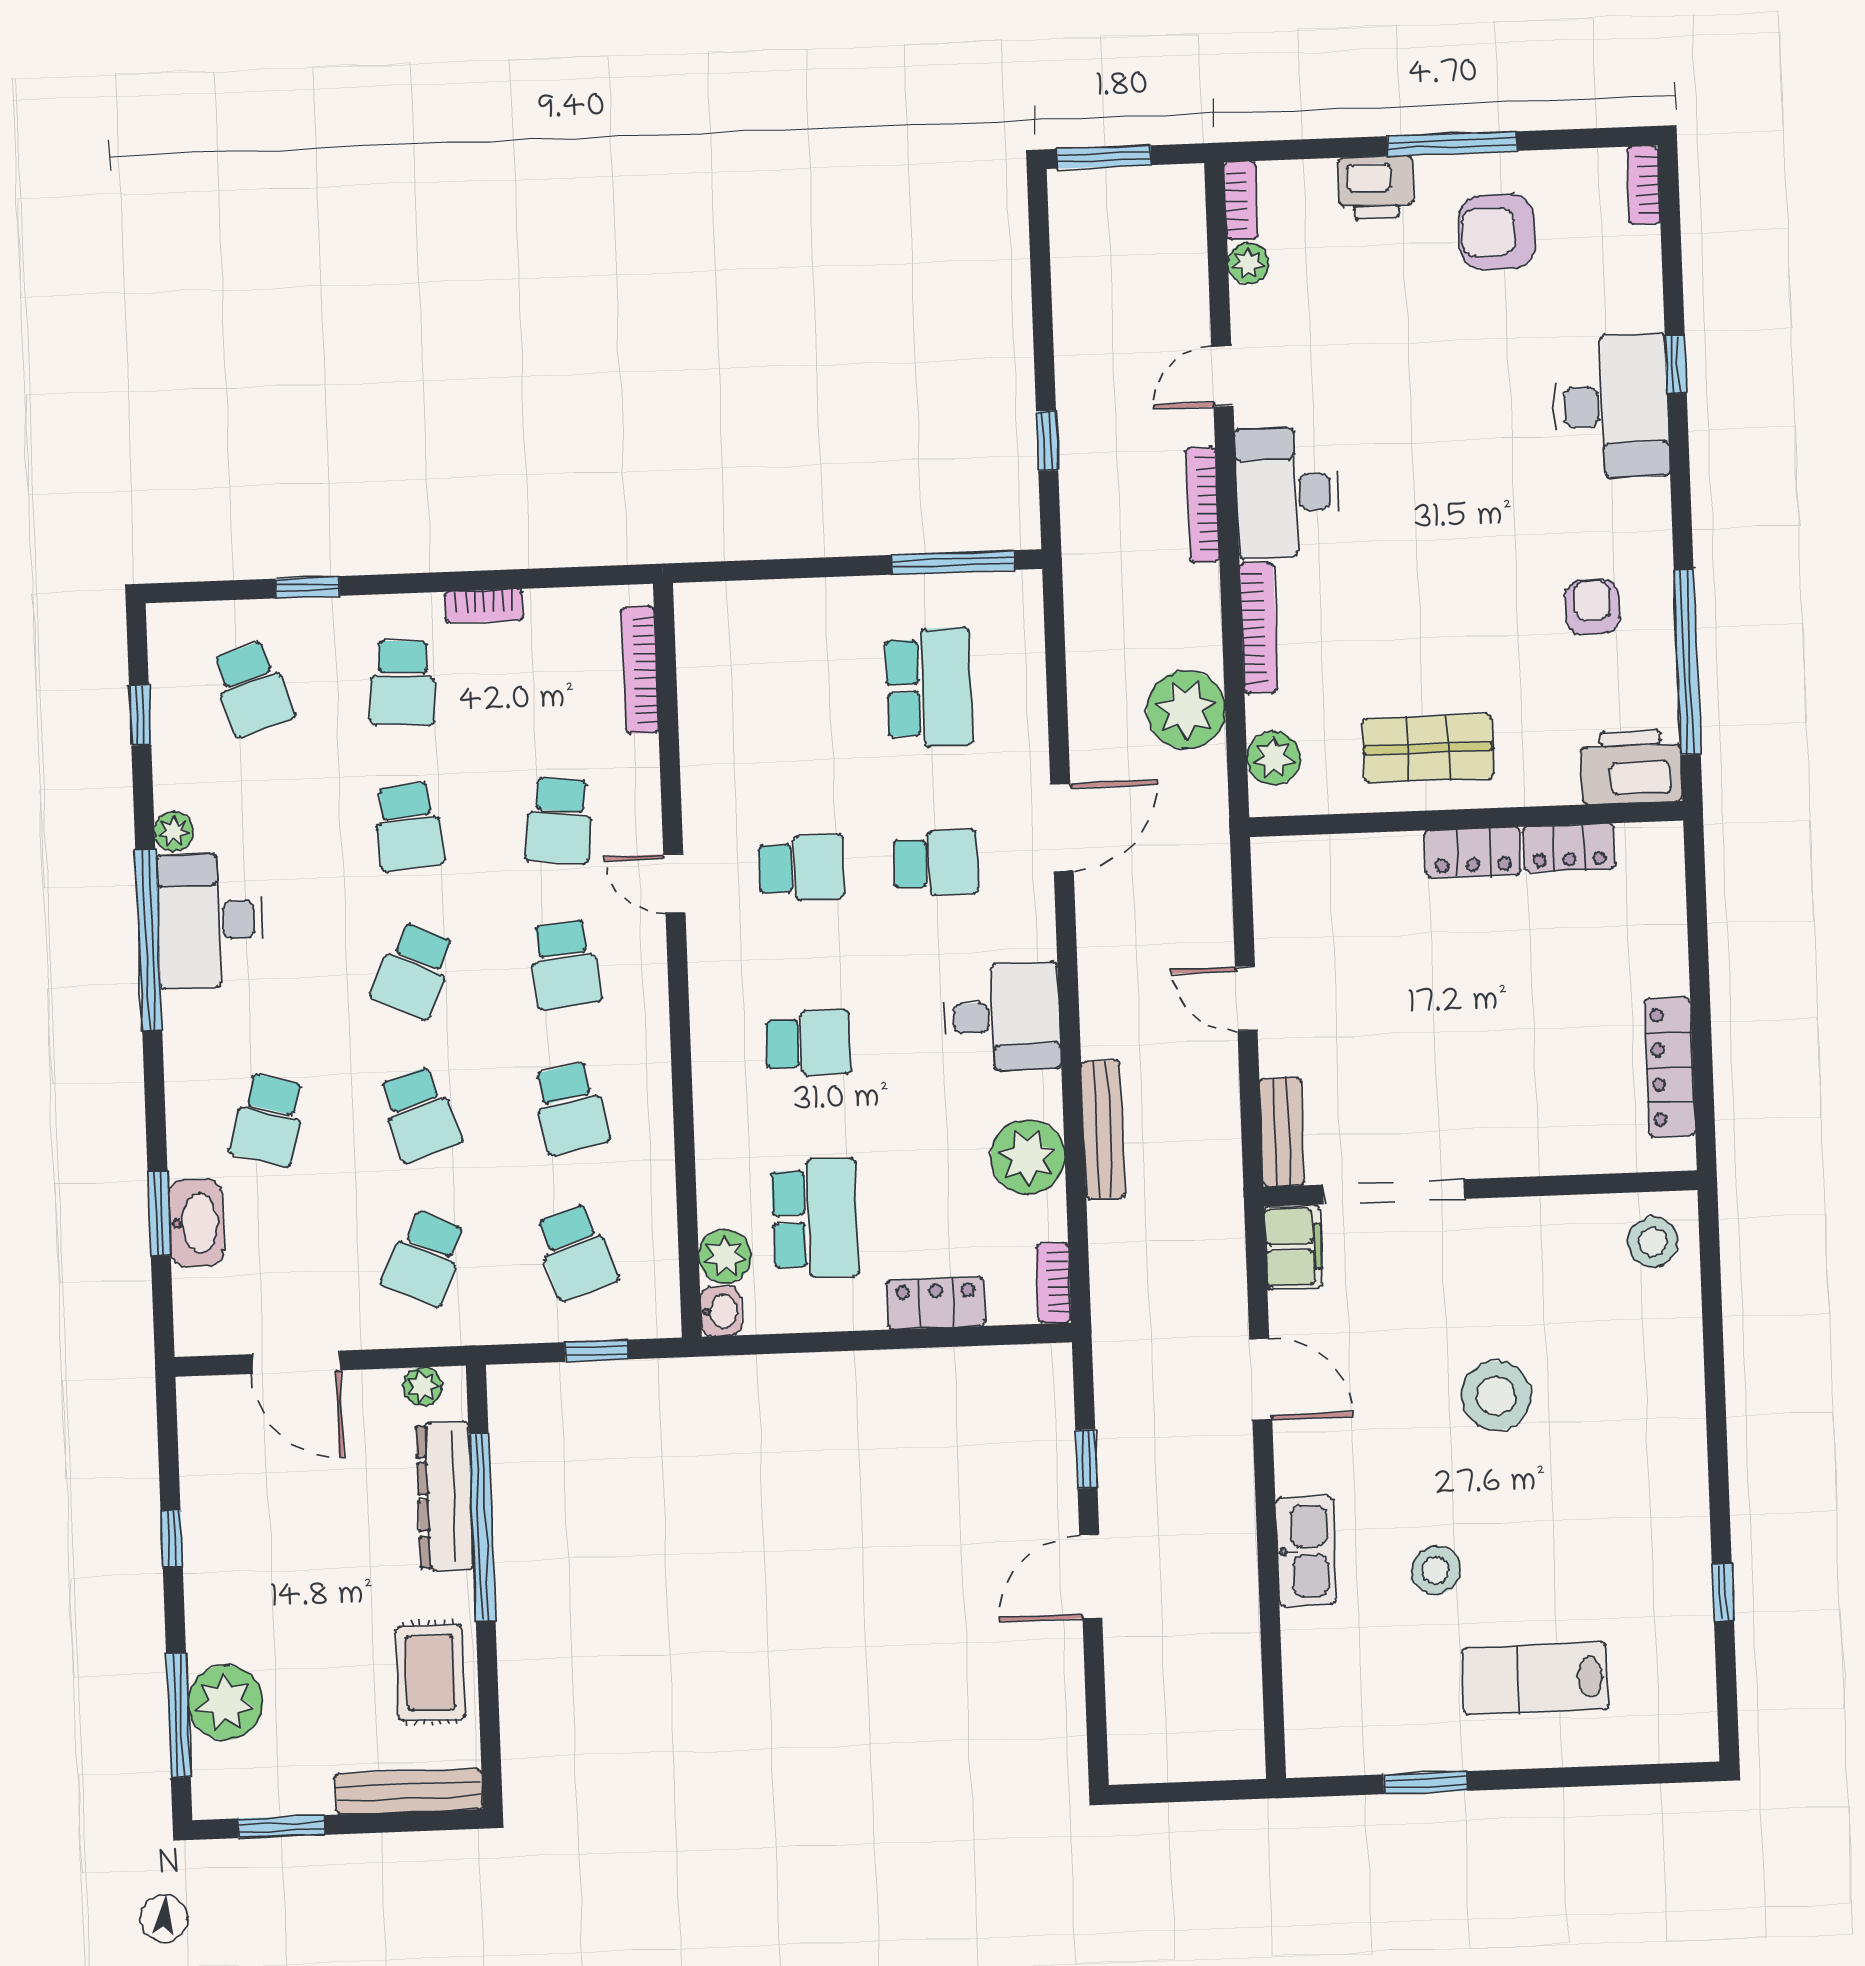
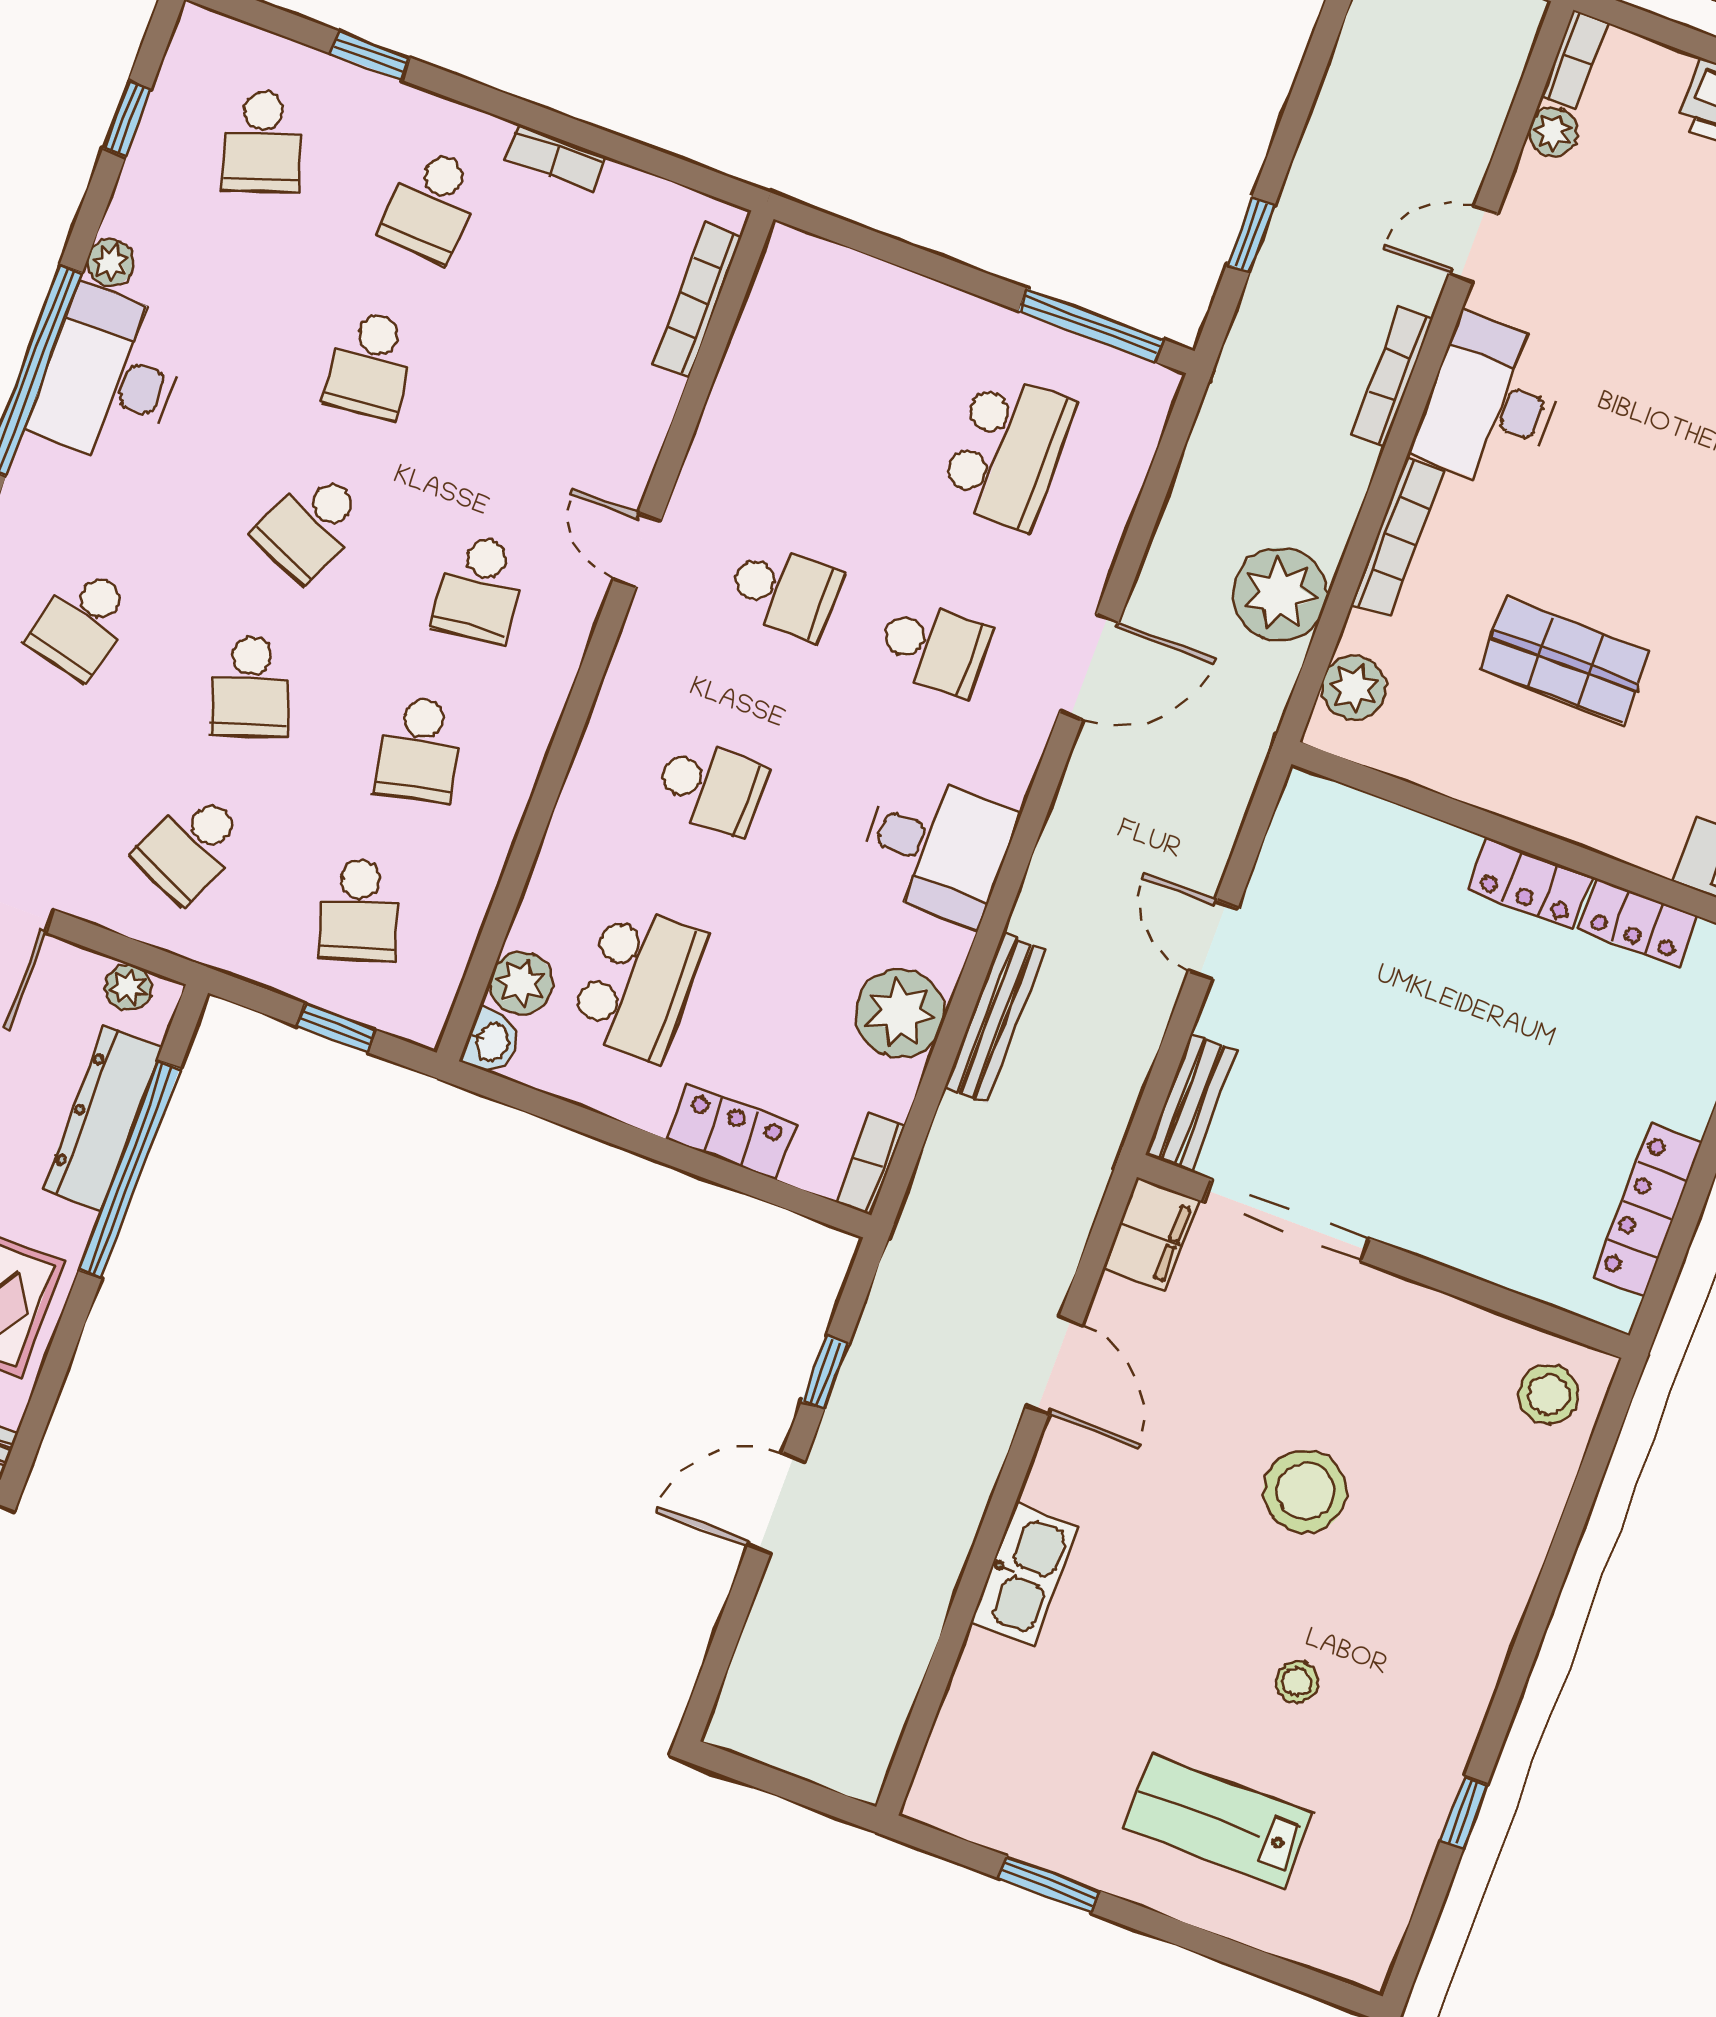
shop shelf: (1428, 748) -> (1565, 661), moved
school desk: (559, 821) -> (539, 428), removed
stool: (1436, 1570) -> (1297, 1682), moved, width x0.73, depth x0.73

